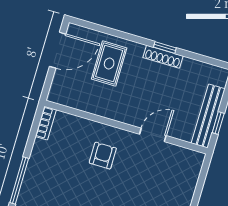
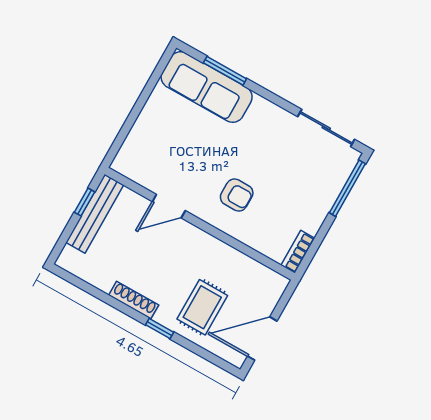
window: (165, 48) -> (160, 328), moved
armchair: (103, 156) -> (237, 195), turned -90

